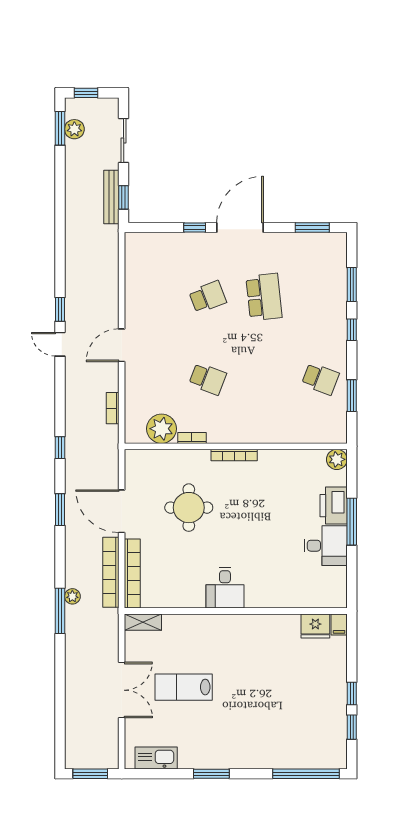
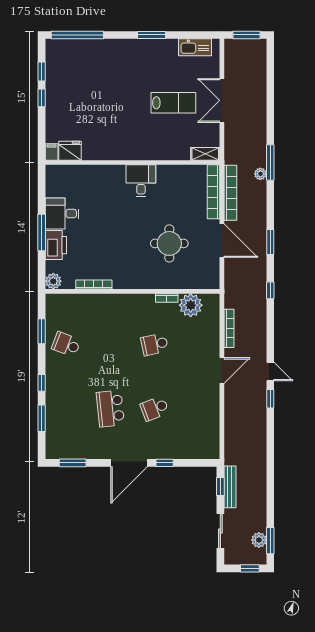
school desk: (208, 379) -> (155, 344), turned -33
bookcase: (113, 408) -> (229, 328), width x1.56
bookcase: (234, 455) -> (94, 285), moved

